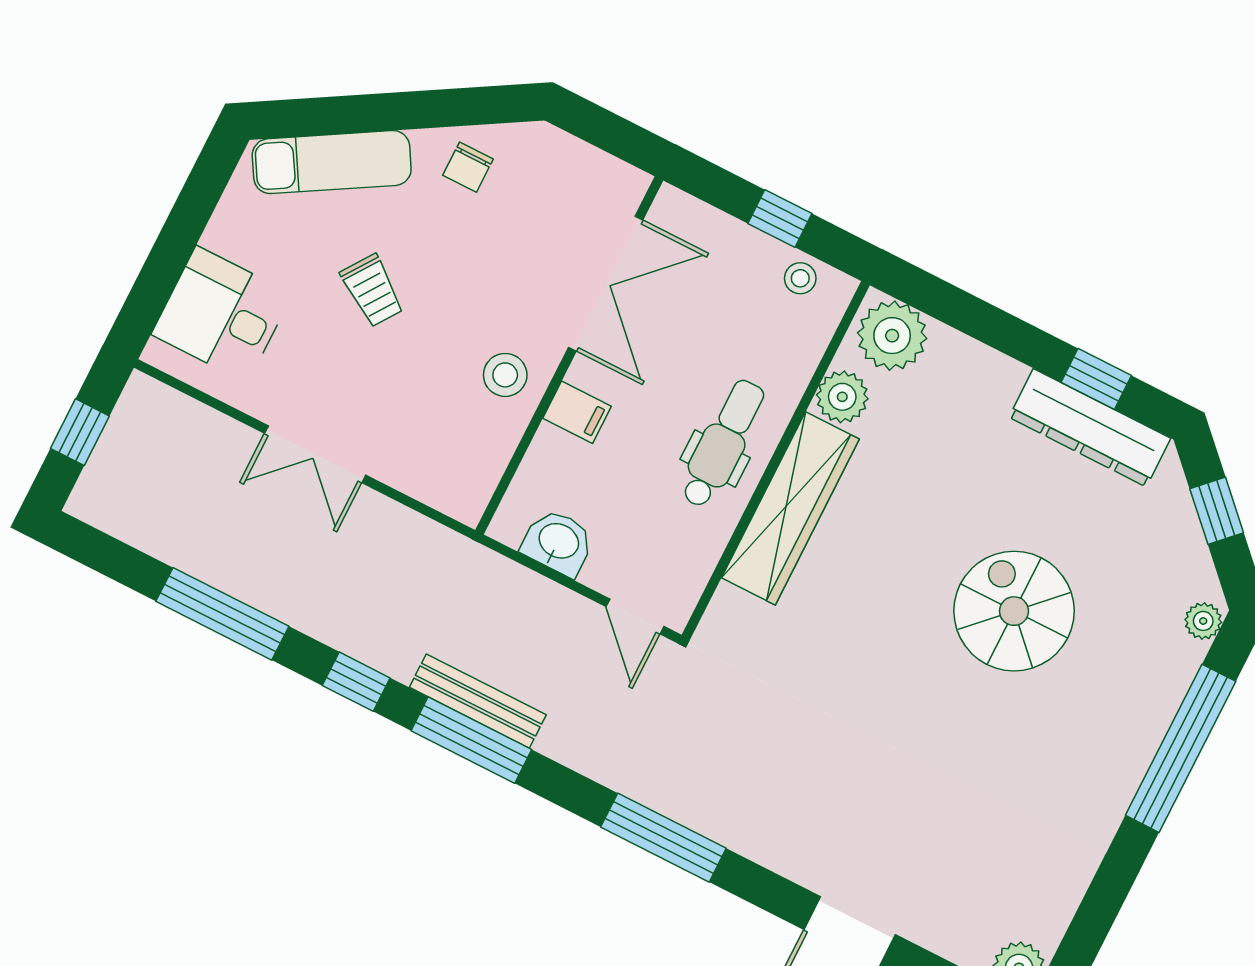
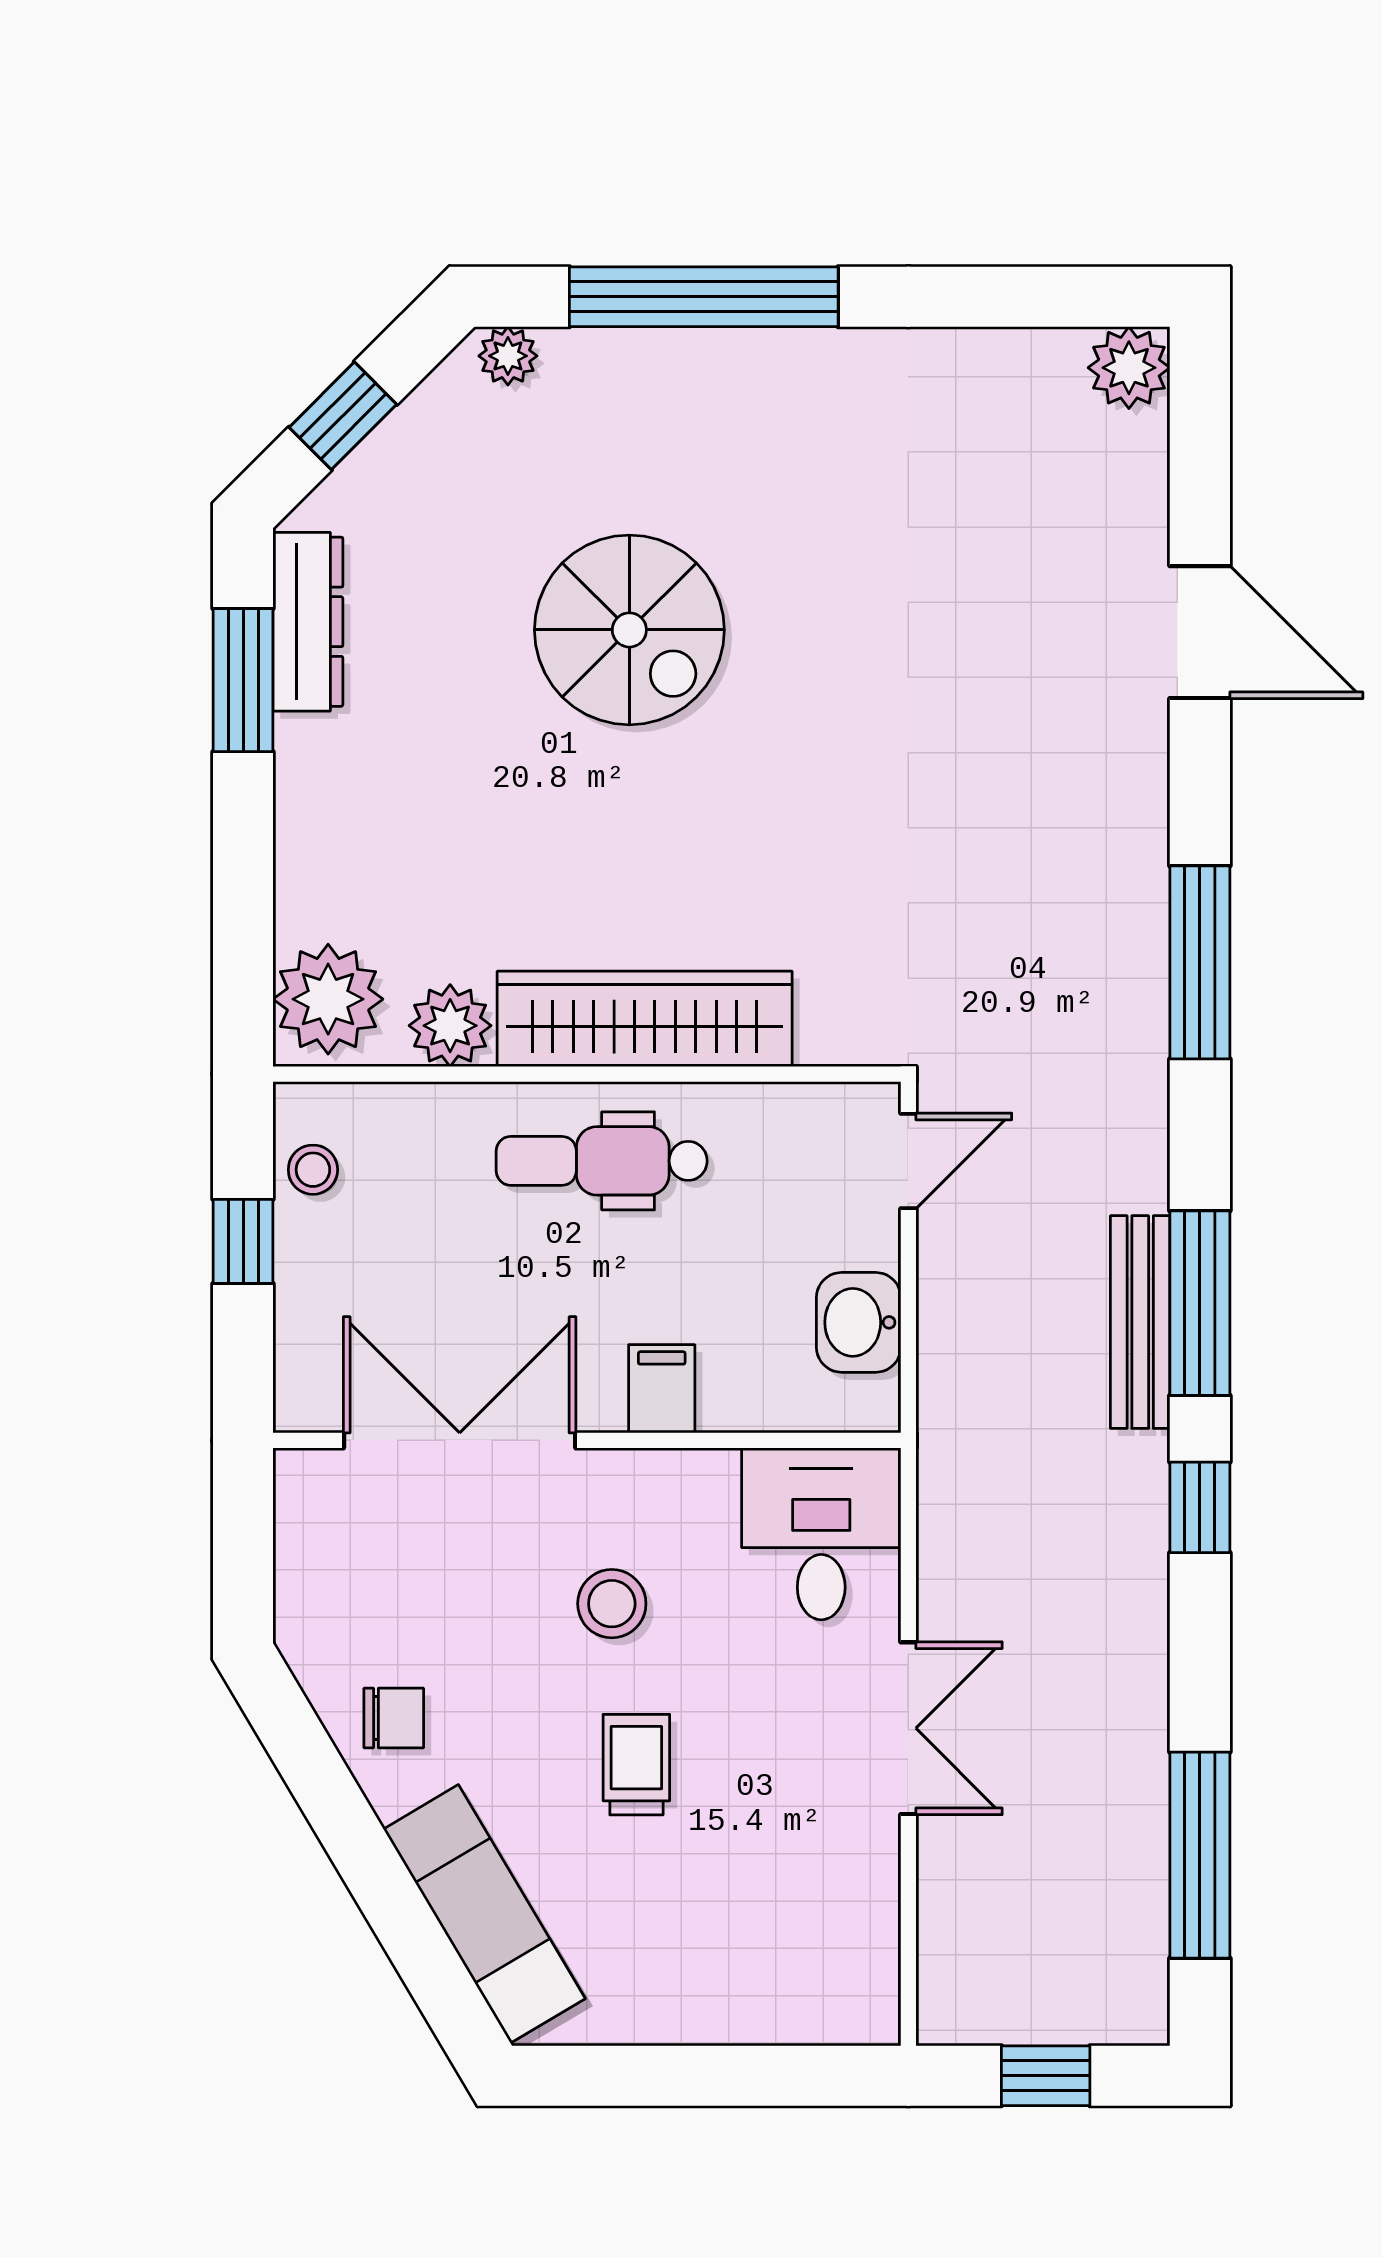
trolley: (372, 291) -> (636, 1765), turned -35
desk: (222, 314) -> (821, 1534), moved, turned 180
stool: (505, 375) -> (612, 1604), moved
window: (1096, 379) -> (243, 680), width x1.50
dresser: (1090, 428) -> (308, 622), width x0.73, depth x0.80
spiral stairs: (1014, 611) -> (629, 630), turned -90
window: (222, 614) -> (1200, 1855), moved

